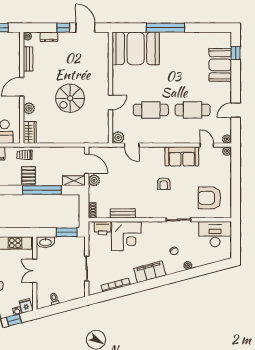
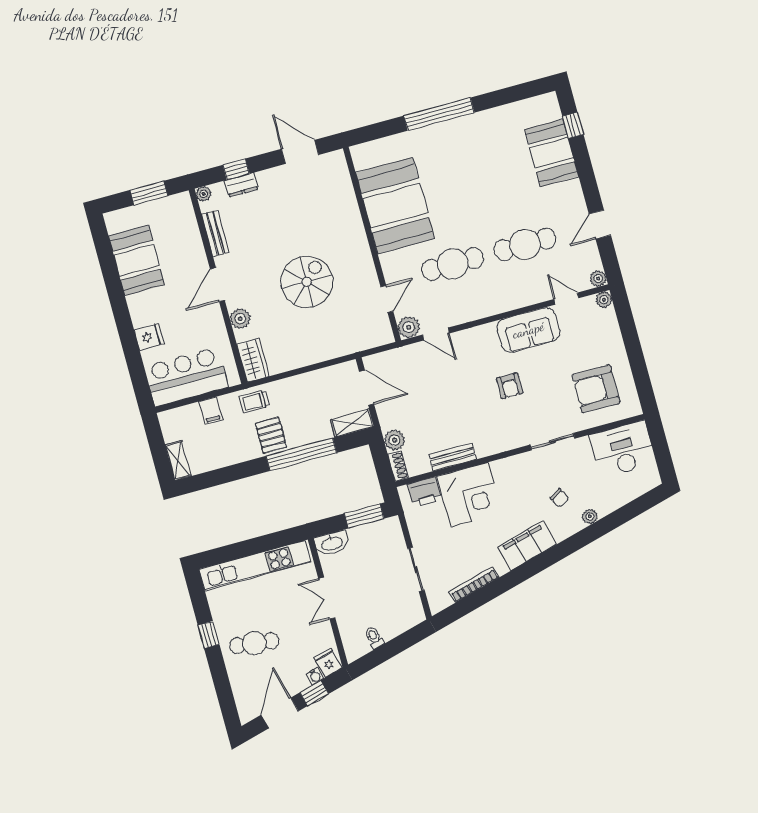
window: (63, 28) -> (236, 169), moved
booth: (136, 48) -> (395, 206), moved, turned 90
spiral stairs: (70, 98) -> (307, 282), turned 180
door: (111, 102) -> (387, 299), moved
plant: (94, 180) -> (394, 440), moved

